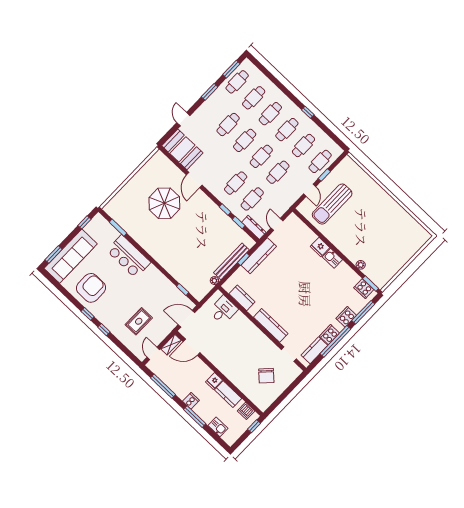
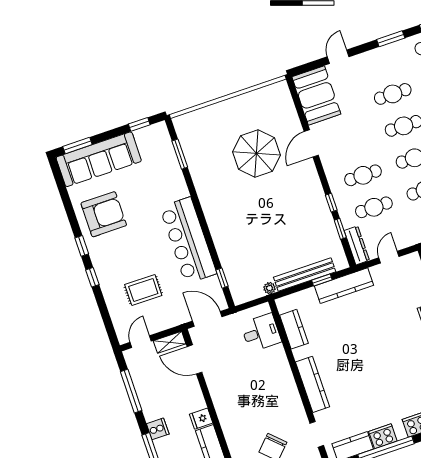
bar counter: (129, 256) -> (188, 240), moved, width x1.36

